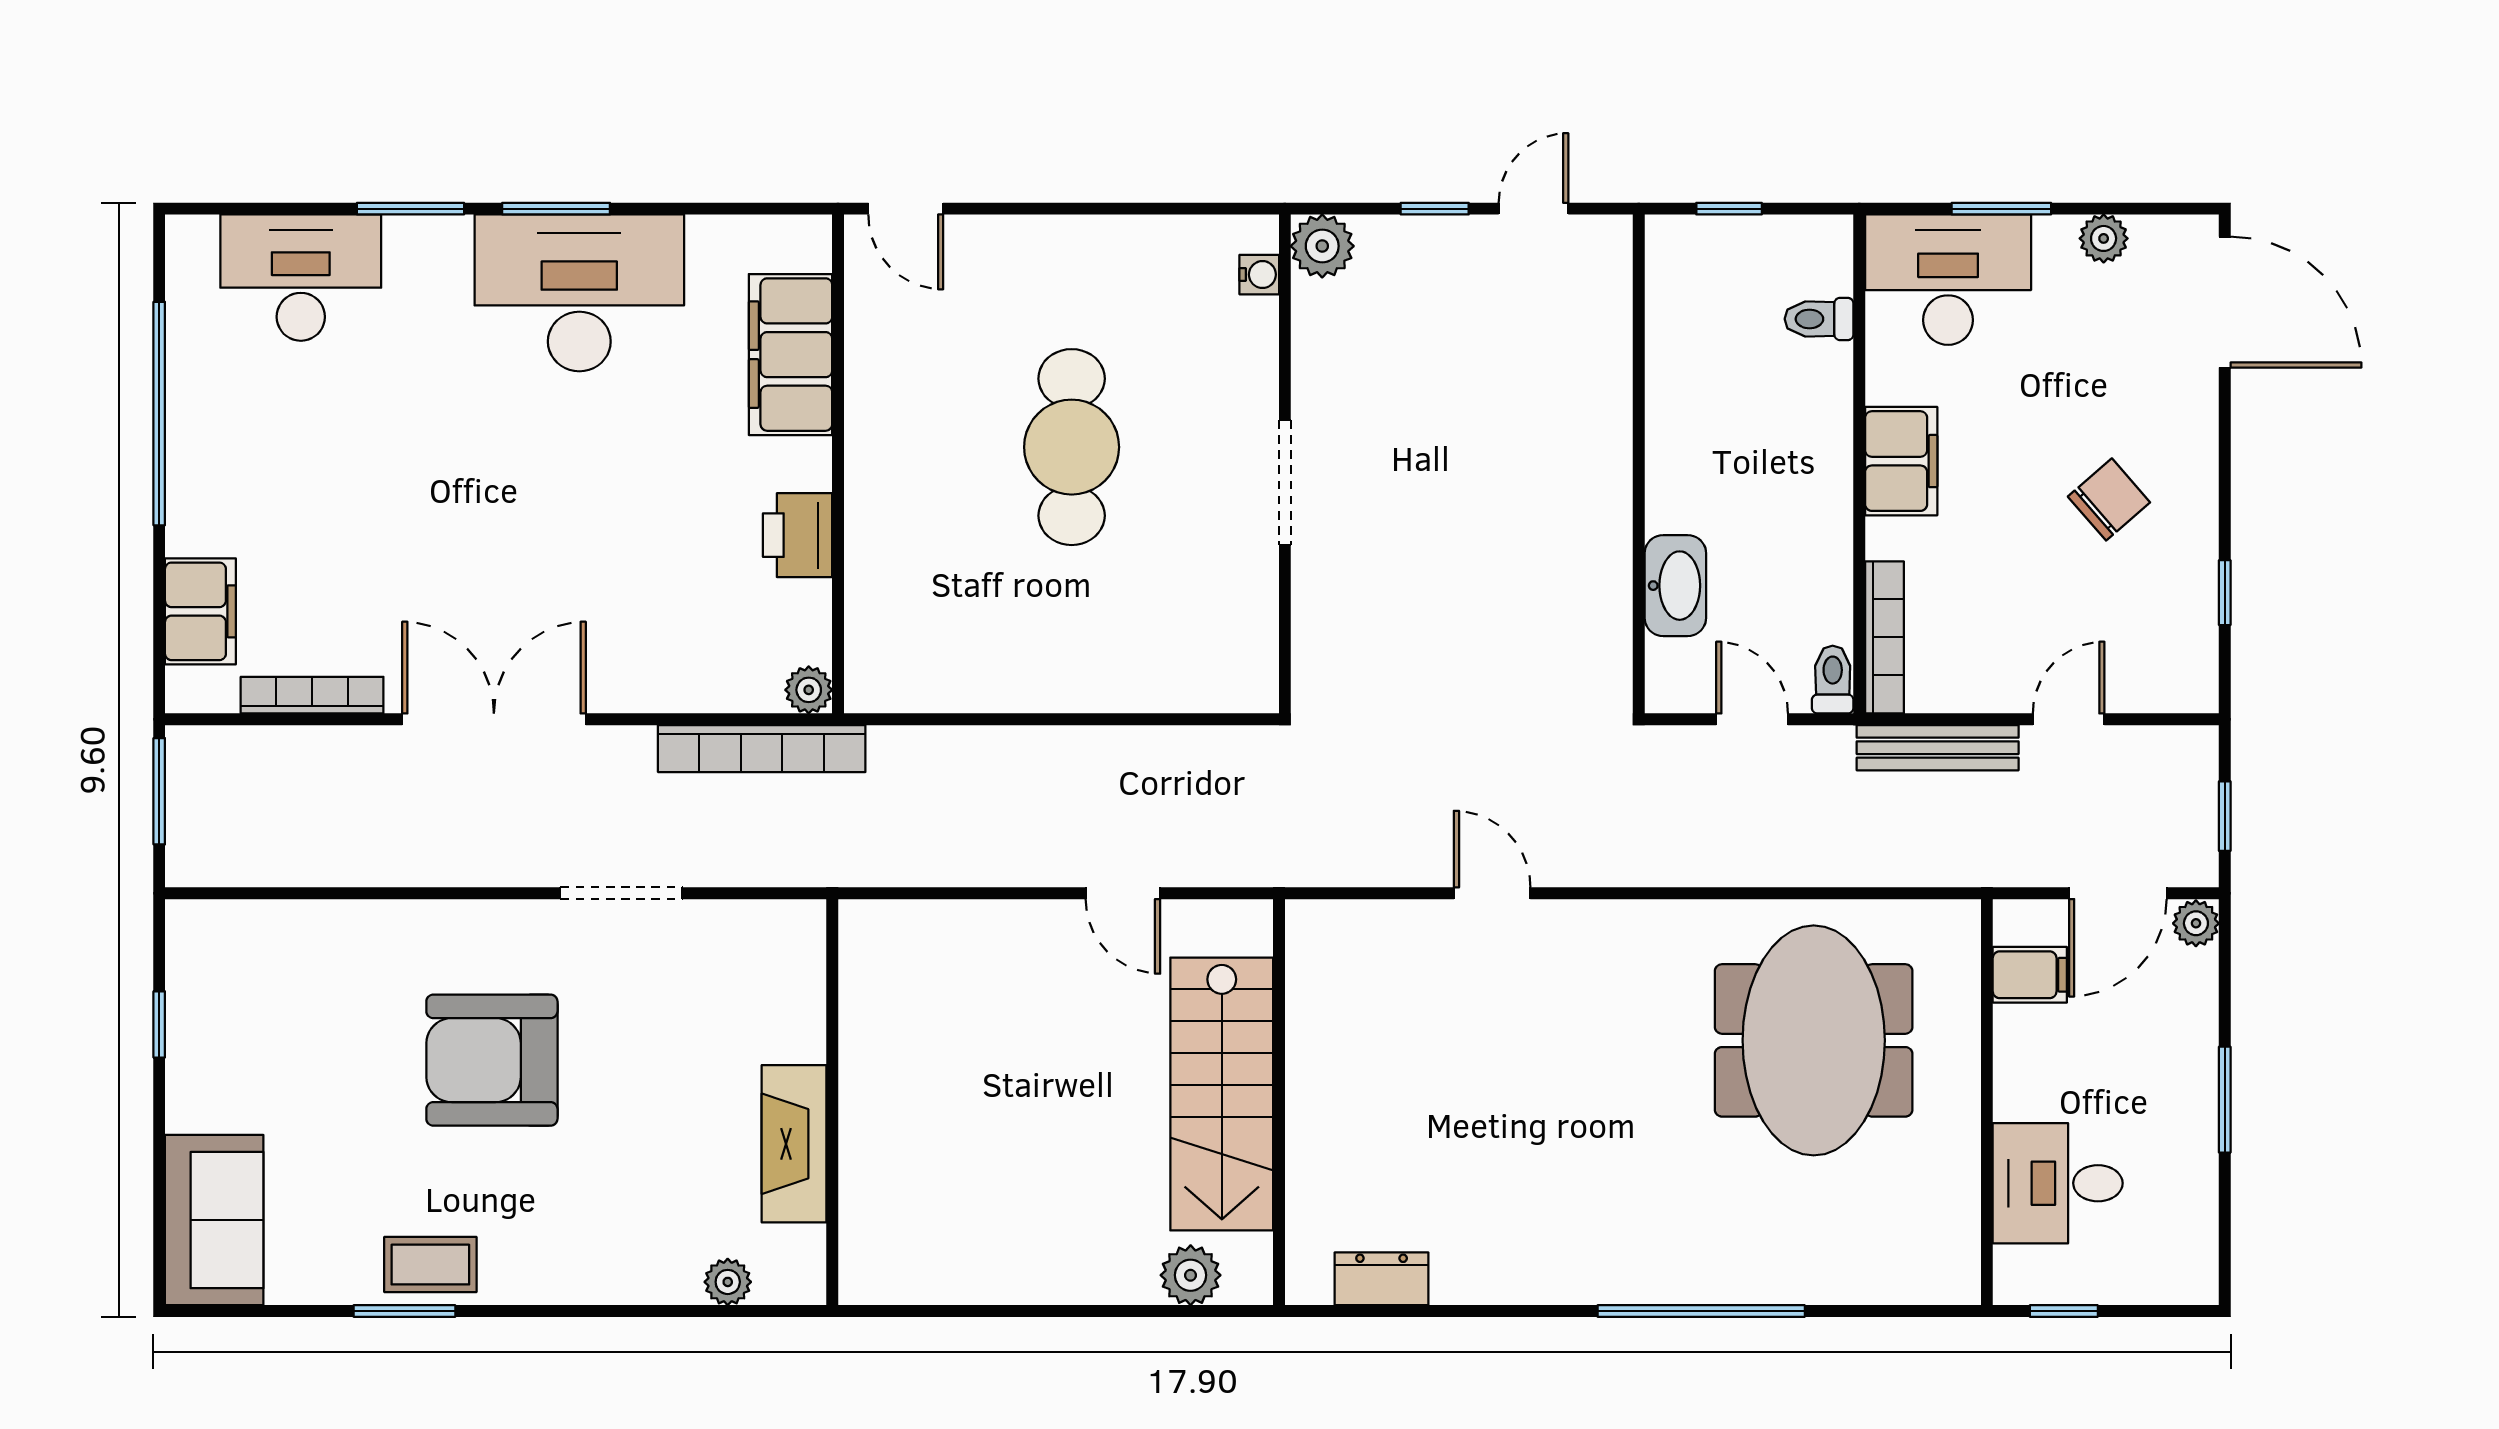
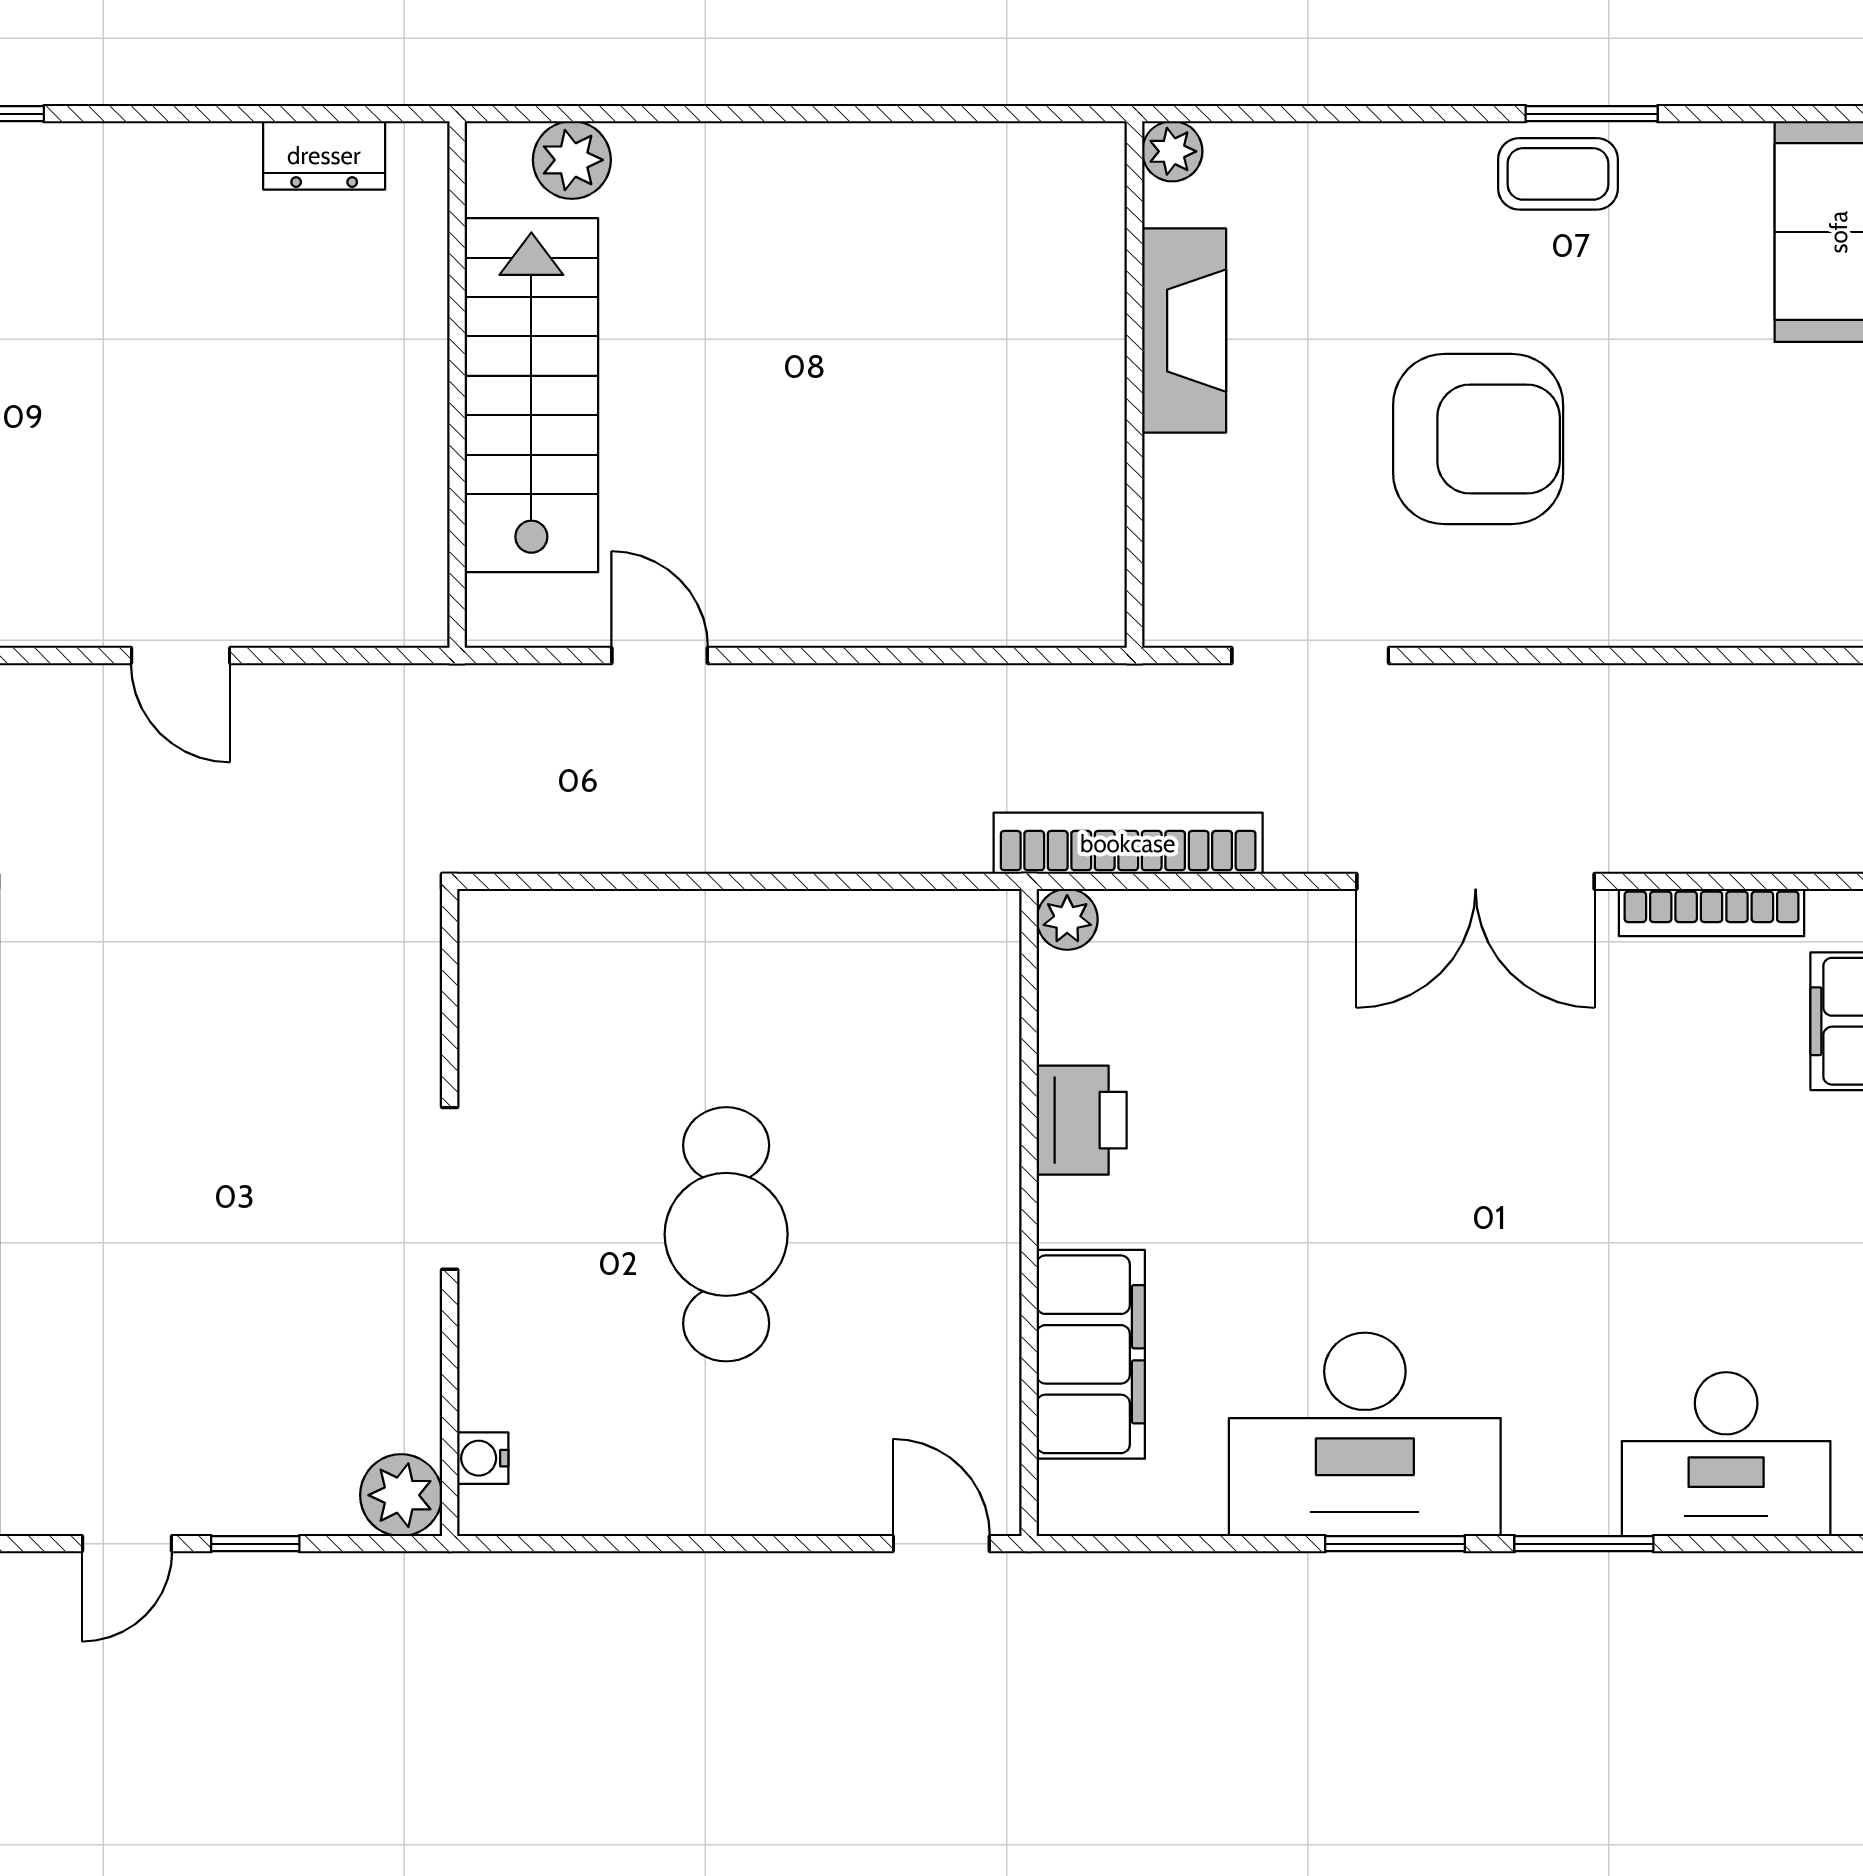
wall: (832, 1102) -> (1135, 385), moved
fireplace: (794, 1144) -> (1184, 331), moved

